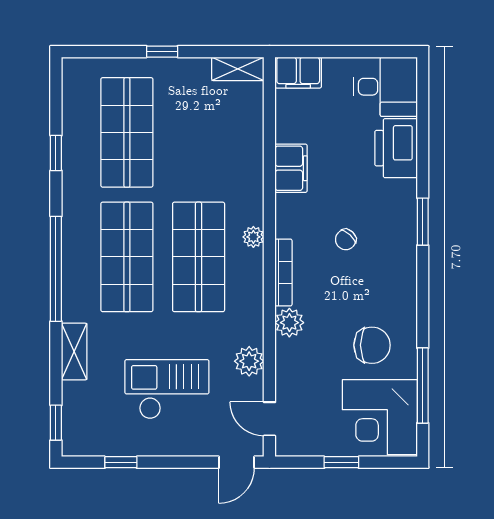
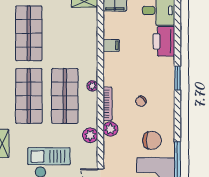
filing cabinet: (291, 168) -> (111, 45), width x0.50
chair: (346, 240) -> (141, 101), moved
plant: (249, 361) -> (90, 135), moved

